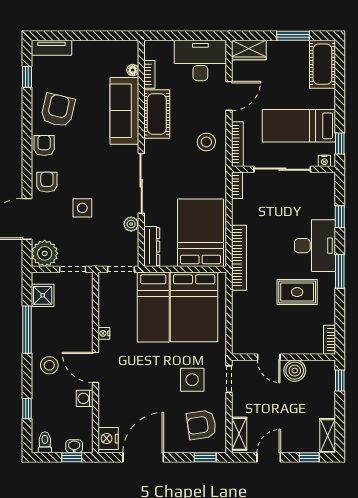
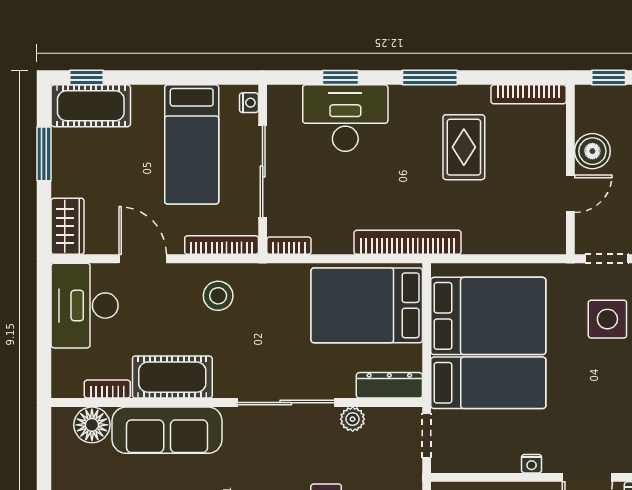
floor lamp: (133, 70) -> (92, 425), width x1.89, depth x1.89
window: (340, 143) -> (86, 78), moved
desk: (315, 246) -> (345, 118), moved
bookcase: (329, 340) -> (529, 94), width x1.56

